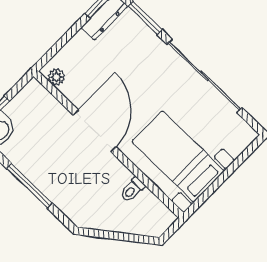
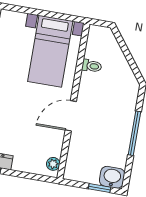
door: (95, 131) -> (71, 116), width x0.73

